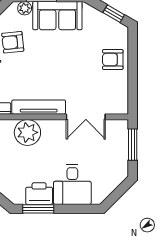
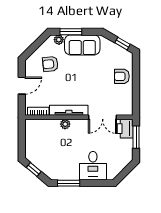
plant: (27, 132) -> (65, 124), width x0.53, depth x0.53
printer: (39, 194) -> (125, 129), moved, turned -90

